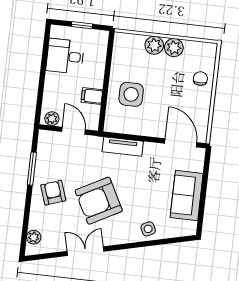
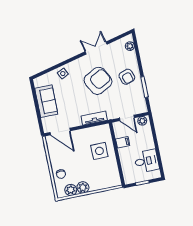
plant: (154, 45) -> (71, 190), moved
double door: (86, 251) -> (96, 48), swing flipped

